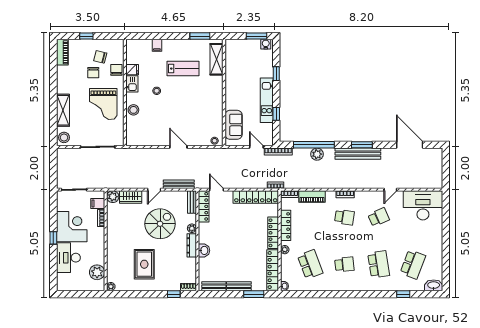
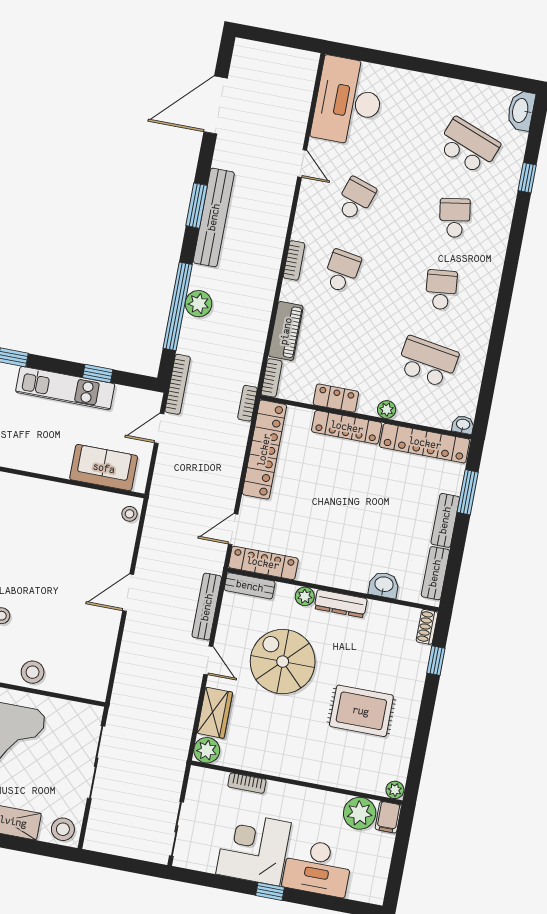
filing cabinet: (98, 203) -> (388, 817), moved
school desk: (379, 217) -> (356, 199), turned 42
locker: (286, 225) -> (336, 398), width x0.66
washbasin: (204, 250) -> (384, 585), moved
school desk: (310, 264) -> (428, 362), turned 30
school desk: (379, 264) -> (455, 218), width x0.54

